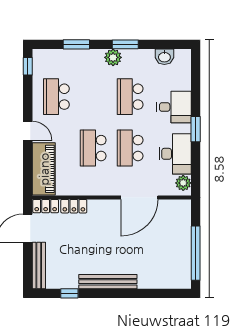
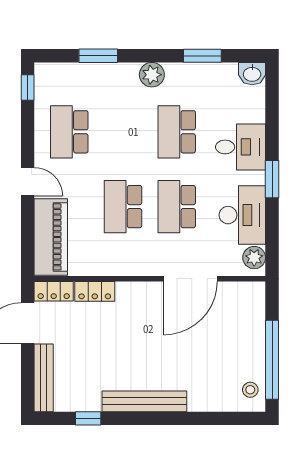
window: (125, 44) -> (202, 56), moved
washbasin: (164, 57) -> (252, 74), moved
stool: (181, 274) -> (250, 390), added

